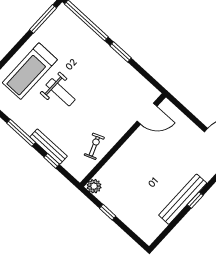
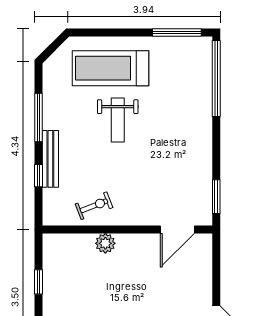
window: (121, 52) -> (216, 197), moved
door: (147, 114) -> (177, 229), hinge flipped
plant: (94, 186) -> (105, 243), moved

